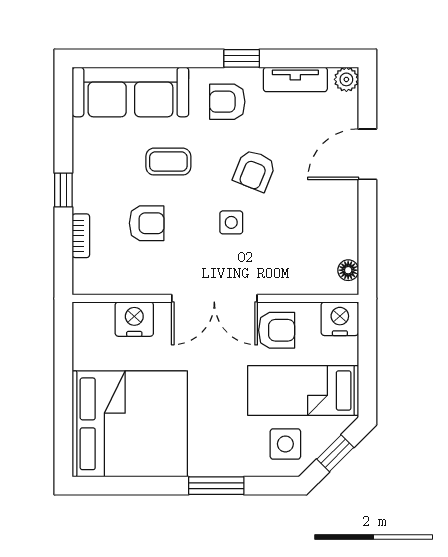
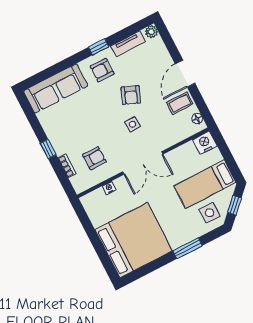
door: (367, 154) -> (185, 74), moved
coffee table: (168, 162) -> (180, 103), moved
armchair: (147, 223) -> (94, 158), moved
nightstand: (134, 319) -> (109, 188), width x0.53, depth x0.56
armchair: (277, 330) -> (179, 163), removed

